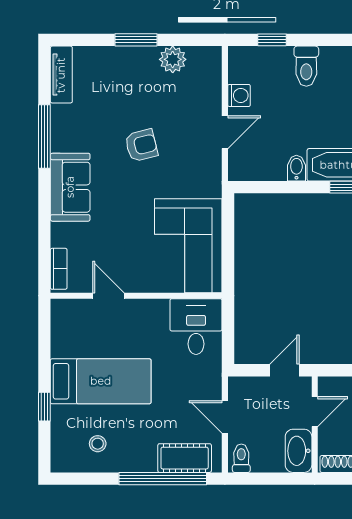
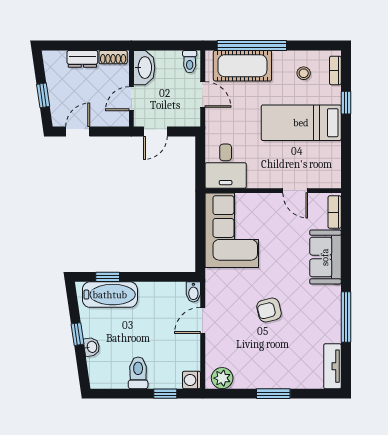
plant: (173, 59) -> (222, 378), moved
washing machine: (239, 95) -> (192, 380), moved
bidet: (296, 168) -> (193, 292), moved
sofa: (70, 187) -> (325, 257), moved
bookcase: (58, 447) -> (335, 70), added
cot: (185, 458) -> (242, 66), width x1.37, depth x1.34

